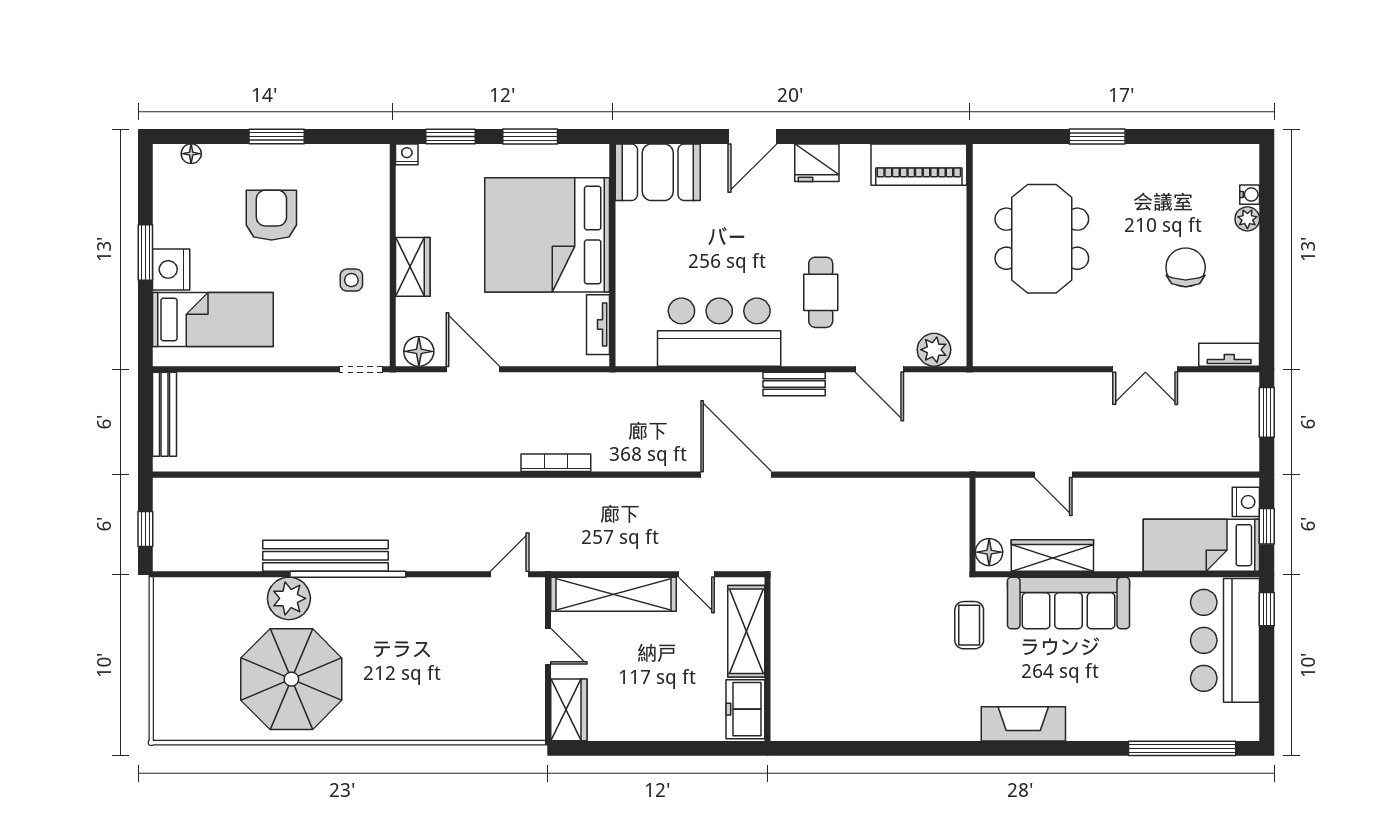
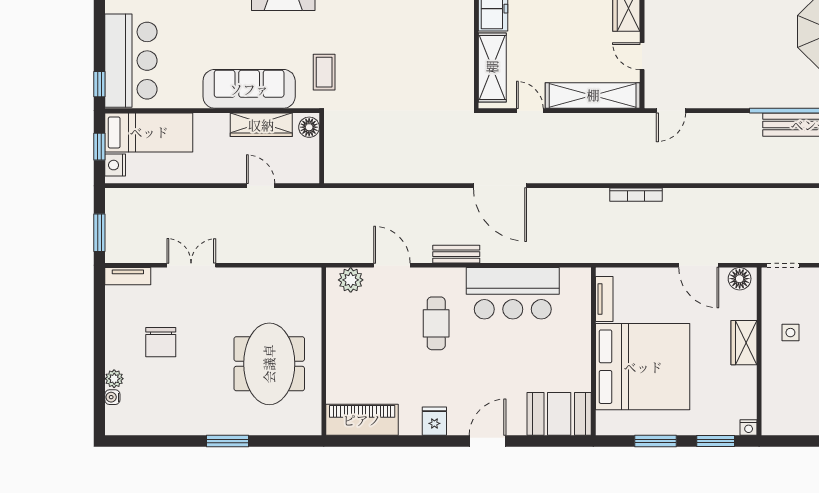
fridge: (817, 163) -> (434, 421), width x0.72

